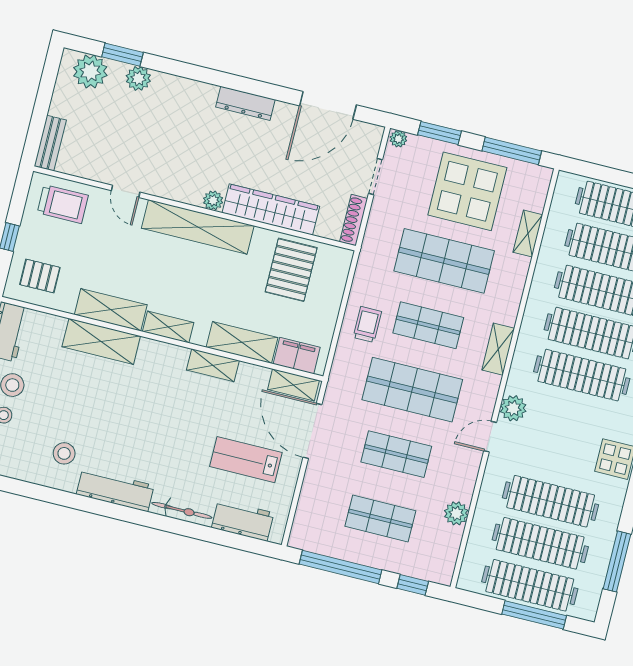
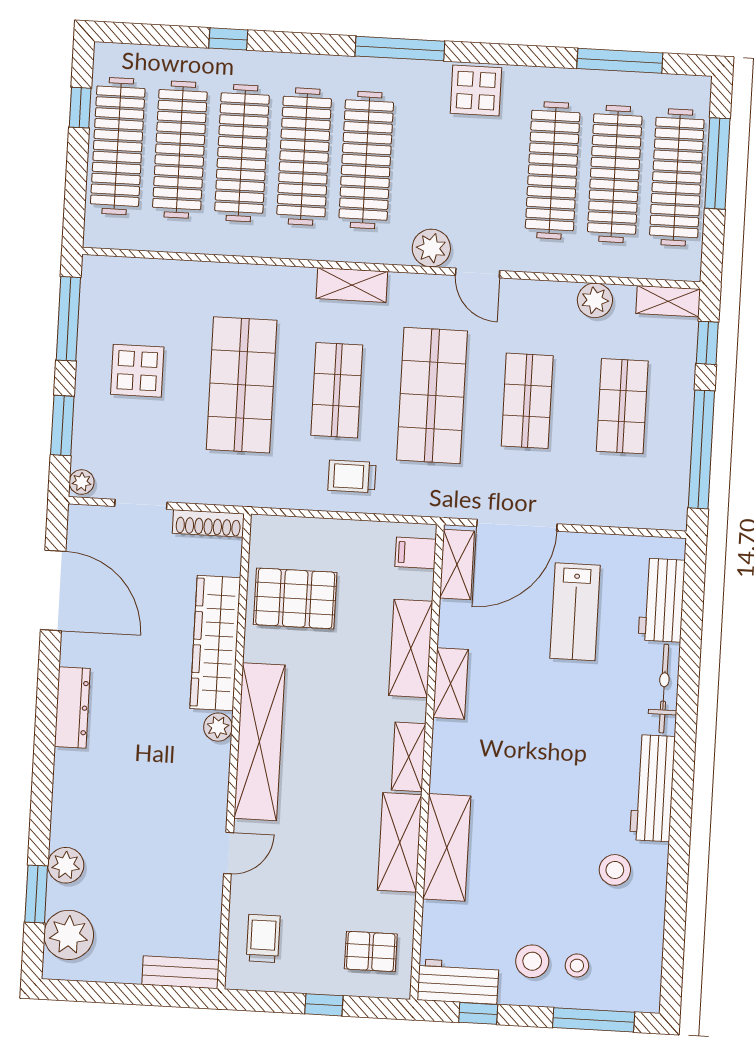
display table: (467, 191) -> (137, 371), width x0.54, depth x0.54
trolley: (63, 204) -> (263, 938), width x0.73, depth x0.72
shelving: (528, 234) -> (668, 301), moved
pallet: (40, 276) -> (371, 951), turned 90
filing cabinet: (297, 356) -> (416, 553), width x0.50

